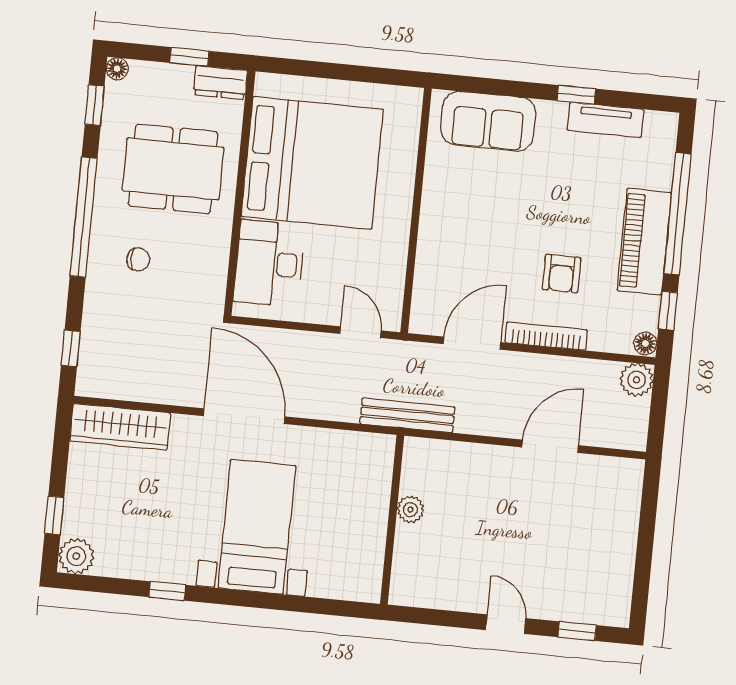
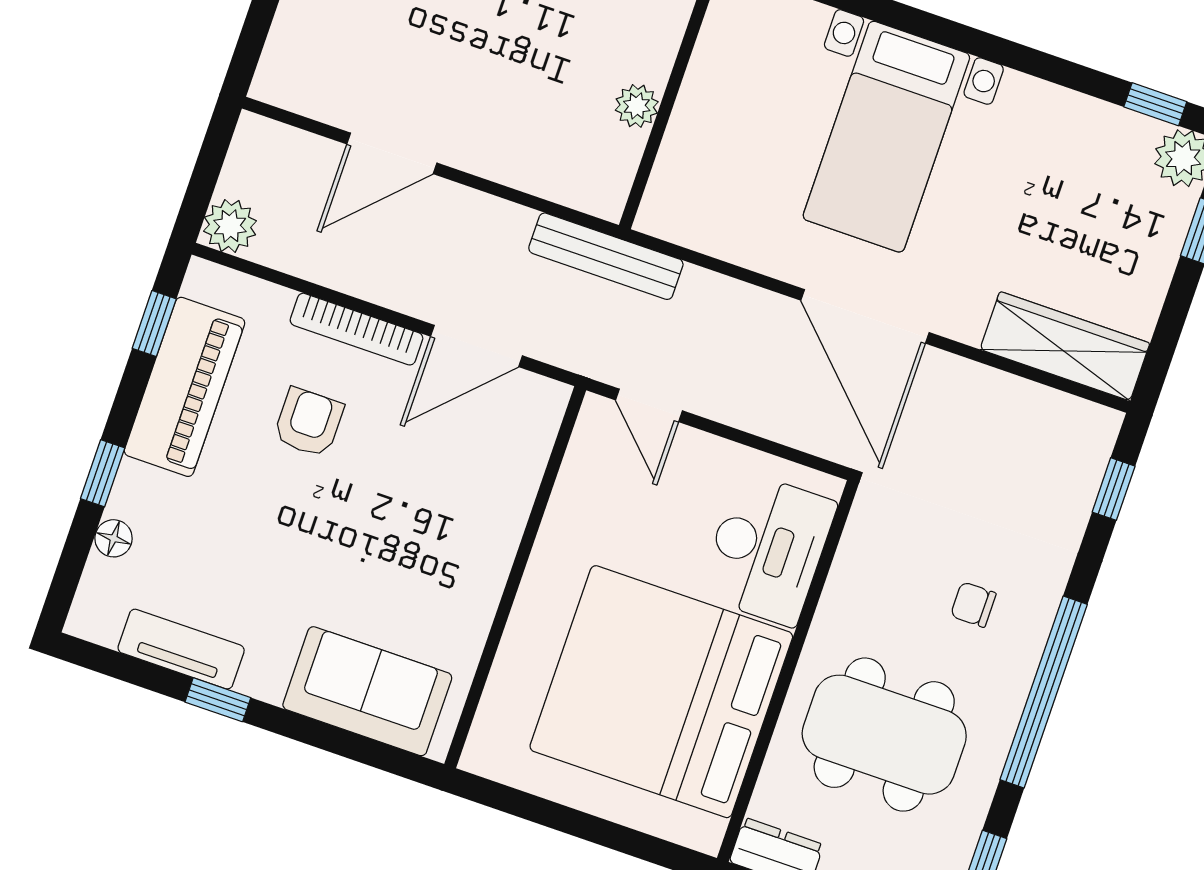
window: (677, 214) -> (103, 473), width x0.32
piano: (644, 242) -> (185, 387), moved
floor lamp: (645, 343) -> (114, 538), moved
window: (167, 591) -> (1155, 104), moved

